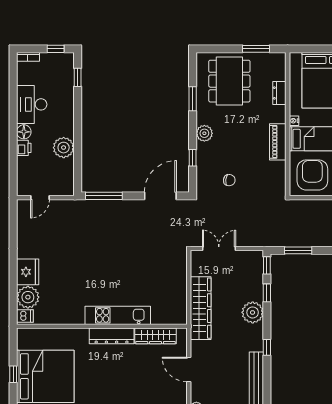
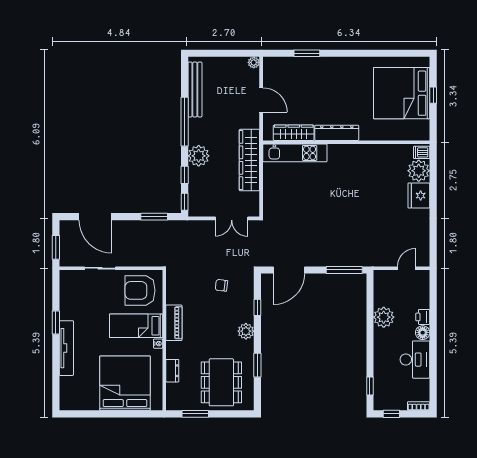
armchair: (312, 175) -> (140, 290), turned 90
kitchen unit: (118, 315) -> (295, 153), moved
window: (267, 347) -> (185, 122), width x3.17

